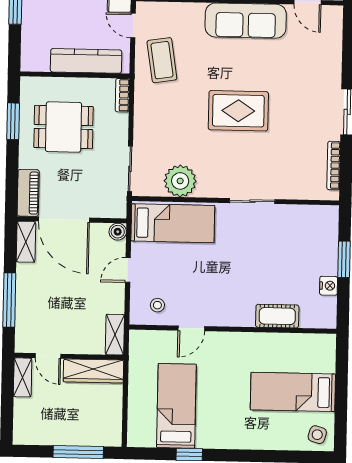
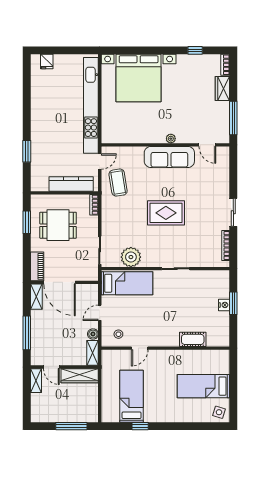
door: (133, 25) -> (100, 161), swing flipped
boiler: (118, 232) -> (93, 334), moved
nightstand: (329, 286) -> (224, 305), moved

